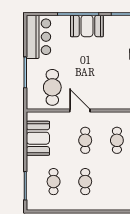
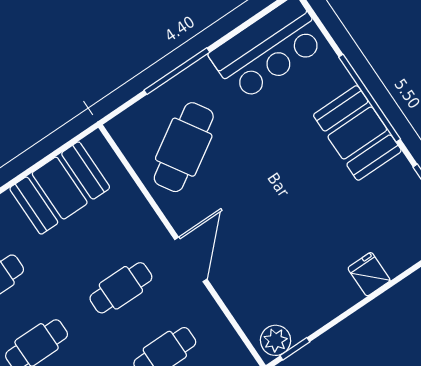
cafe table: (52, 87) -> (184, 147), turned -32
door: (80, 110) -> (191, 259), moved

